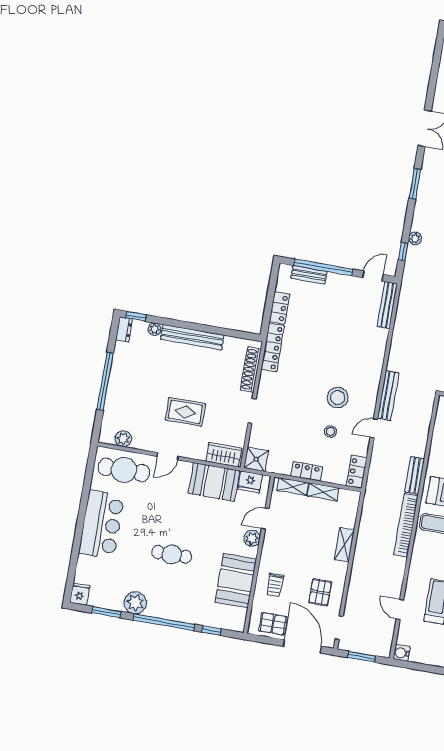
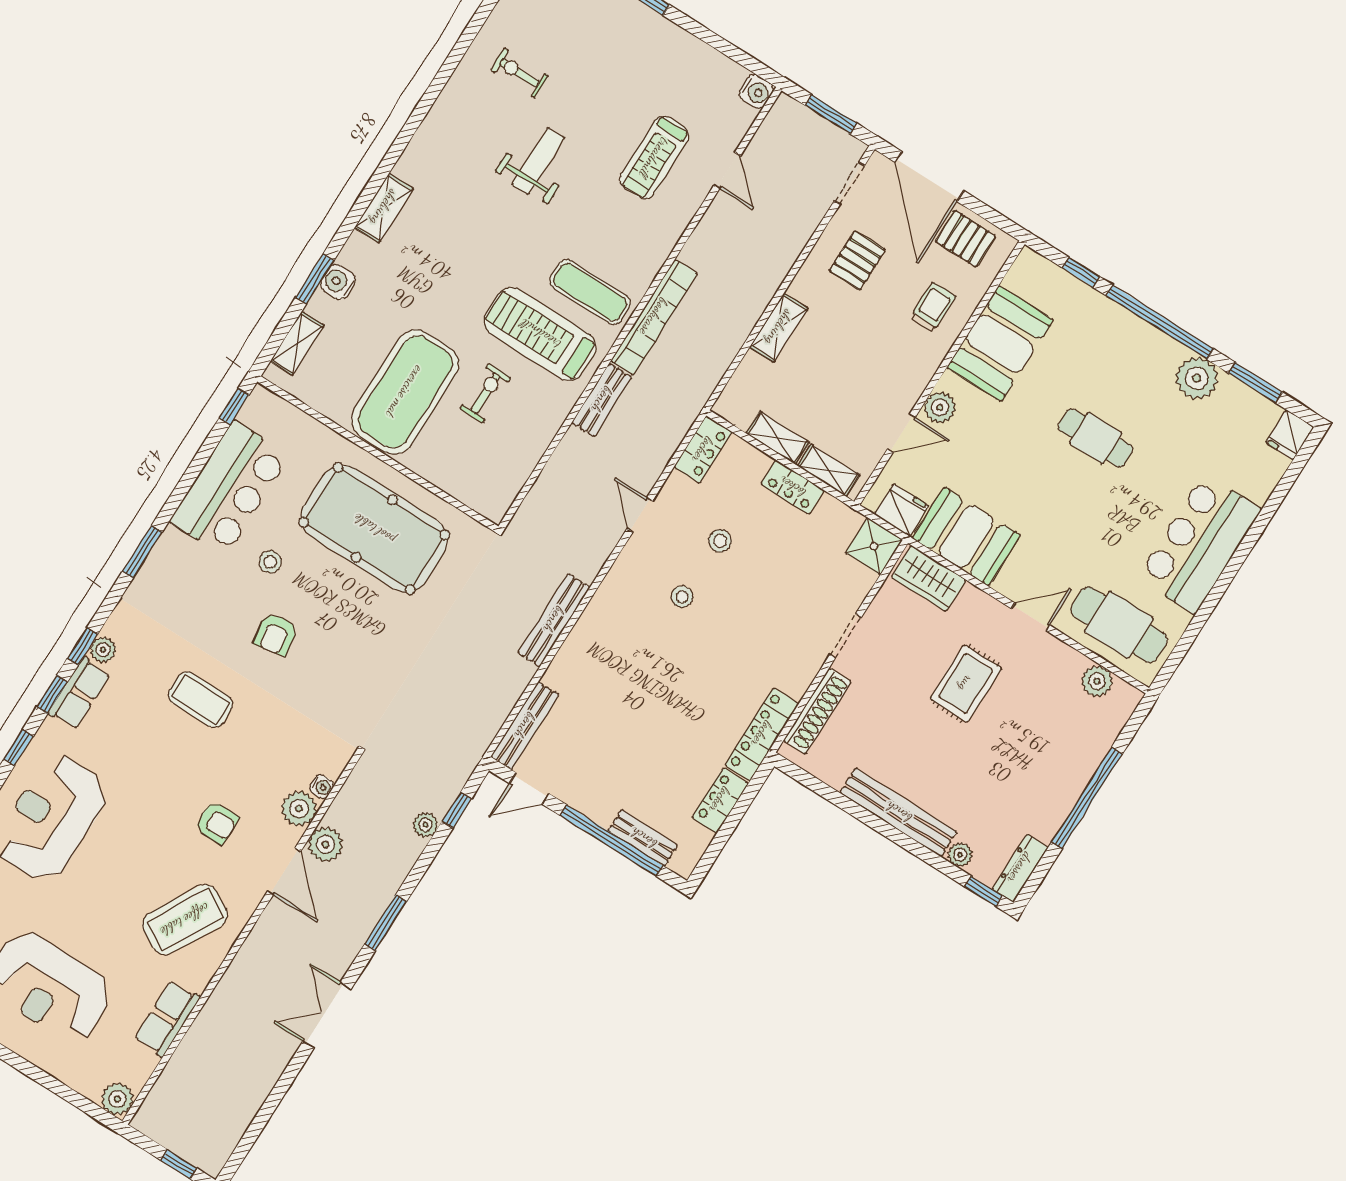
dresser: (124, 329) -> (1020, 868), width x1.44
bench: (388, 396) -> (554, 620), moved
stool: (338, 397) -> (682, 597), width x0.53, depth x0.53
rug: (185, 412) -> (966, 684), turned 90
door: (374, 428) -> (640, 515), swing flipped

